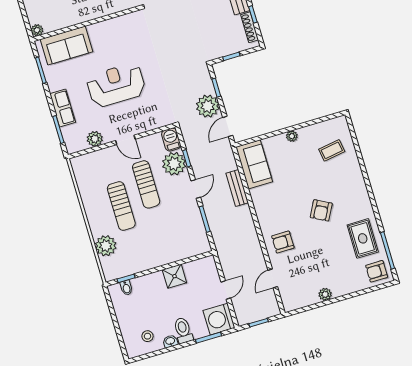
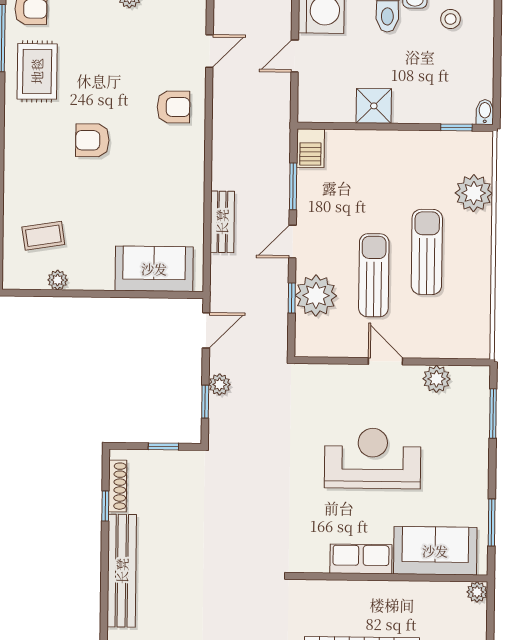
reception desk: (116, 85) -> (373, 458), turned 180
plant: (208, 106) -> (220, 384), width x0.53, depth x0.53
row of seats: (63, 108) -> (361, 559), moved, turned 90
plant: (292, 136) -> (58, 280), moved
barbecue: (171, 140) -> (310, 148), moved
sofa: (254, 164) -> (154, 269), moved, turned 90
armchair: (321, 210) -> (92, 140), turned -118
bidet: (126, 288) -> (485, 112), moved

